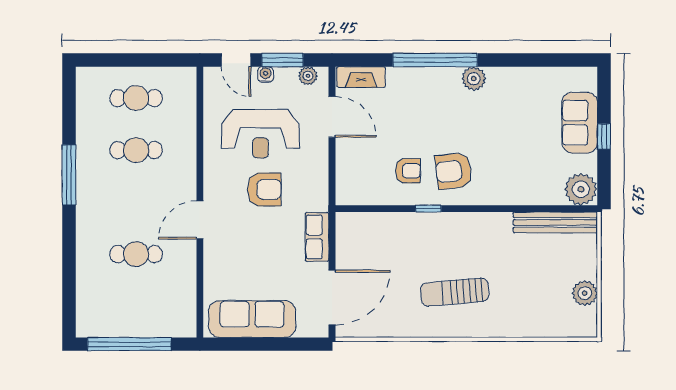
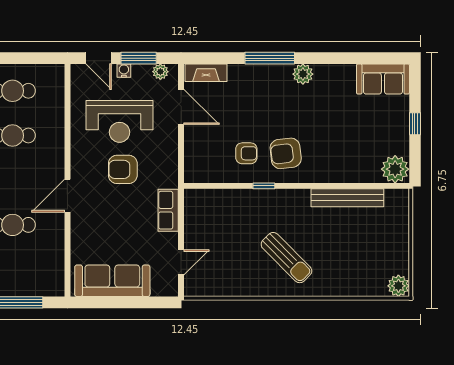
window: (435, 60) -> (270, 58), width x0.68
sofa: (580, 123) -> (383, 79), moved, turned -90
armchair: (264, 189) -> (123, 169), turned 180
bench: (555, 222) -> (347, 198), moved
sun lounger: (455, 292) -> (286, 258), turned -130
plant: (585, 293) -> (398, 286), moved
door: (332, 298) -> (181, 262), width x0.53

